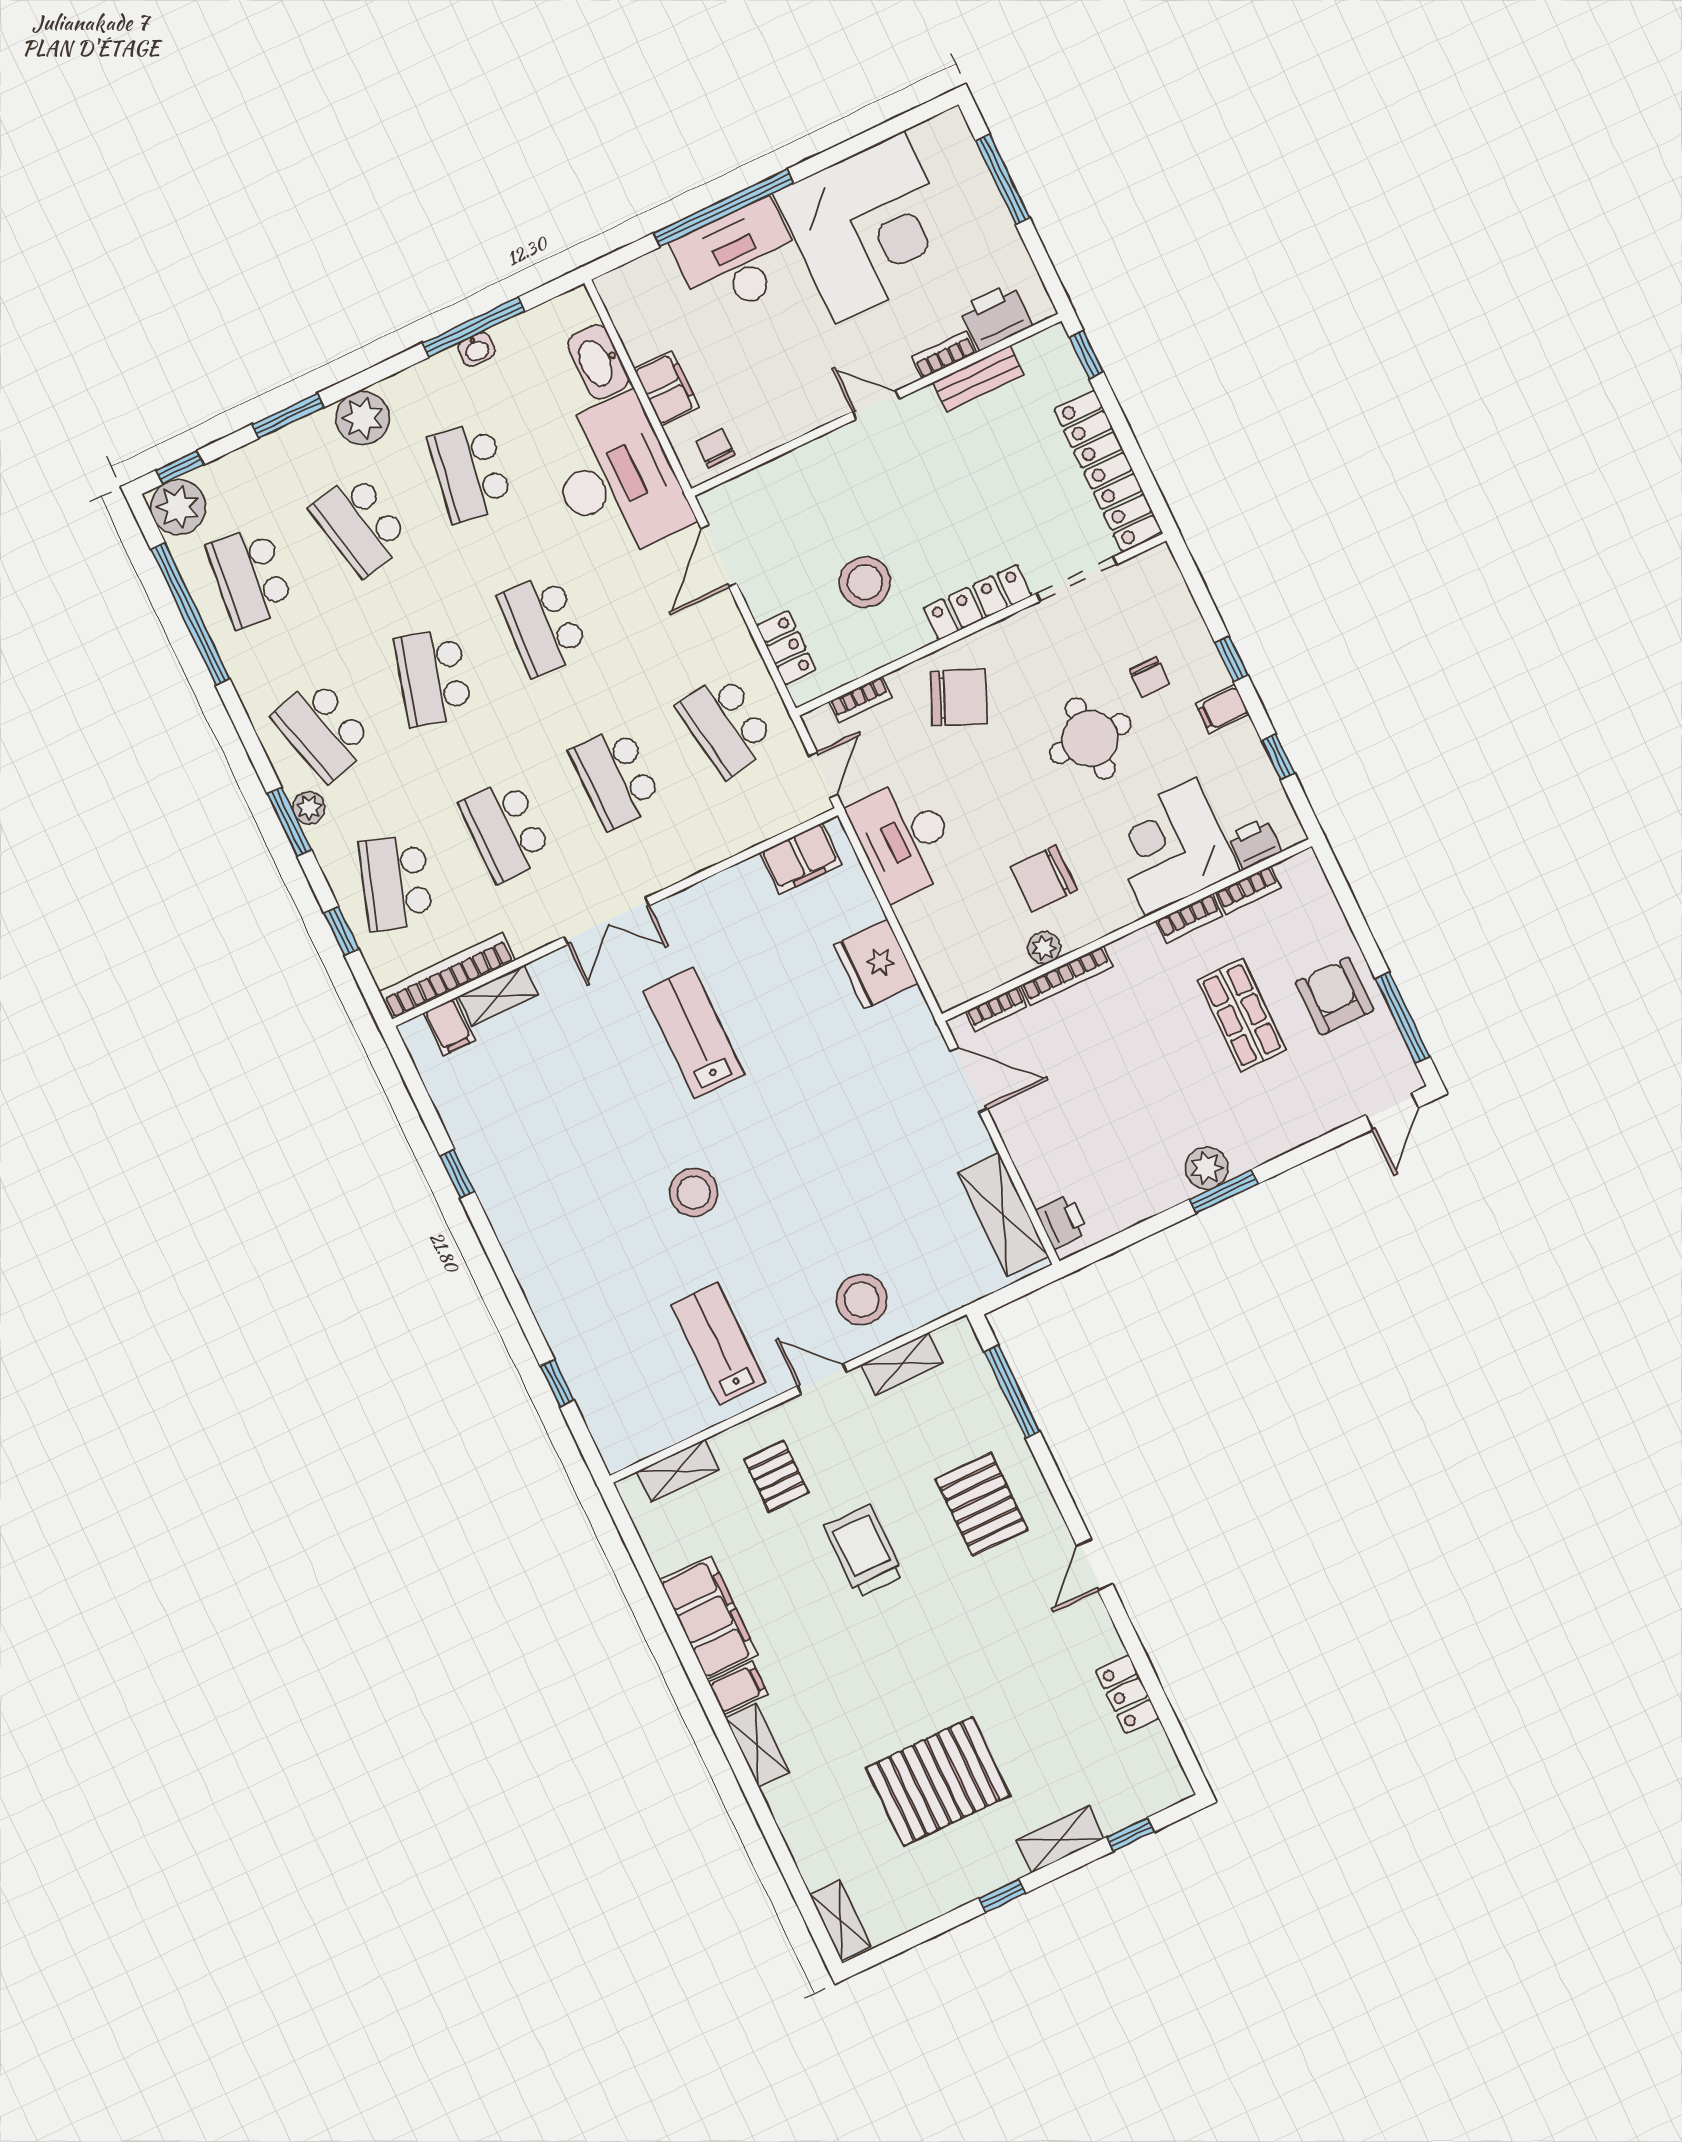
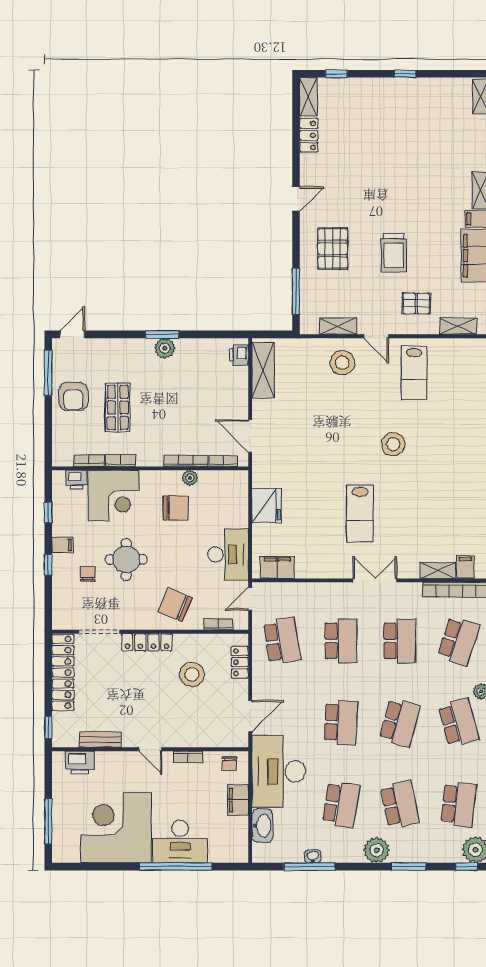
bookcase: (944, 355) -> (188, 757), moved
pallet: (776, 1476) -> (416, 303), turned 90
pallet: (938, 1781) -> (409, 137), removed
shelving: (1060, 1840) -> (308, 97), moved, turned 90

